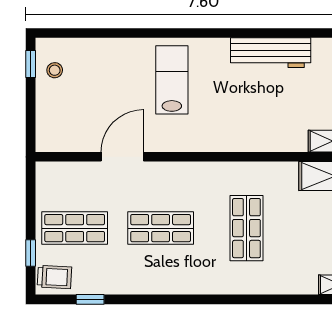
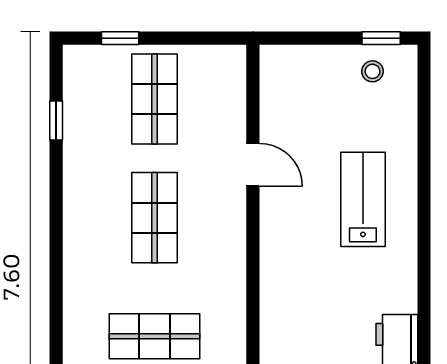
lab bench: (172, 80) -> (363, 199), moved, turned -90
door: (122, 157) -> (253, 165), width x0.73
trolley: (54, 277) -> (87, 71), removed

